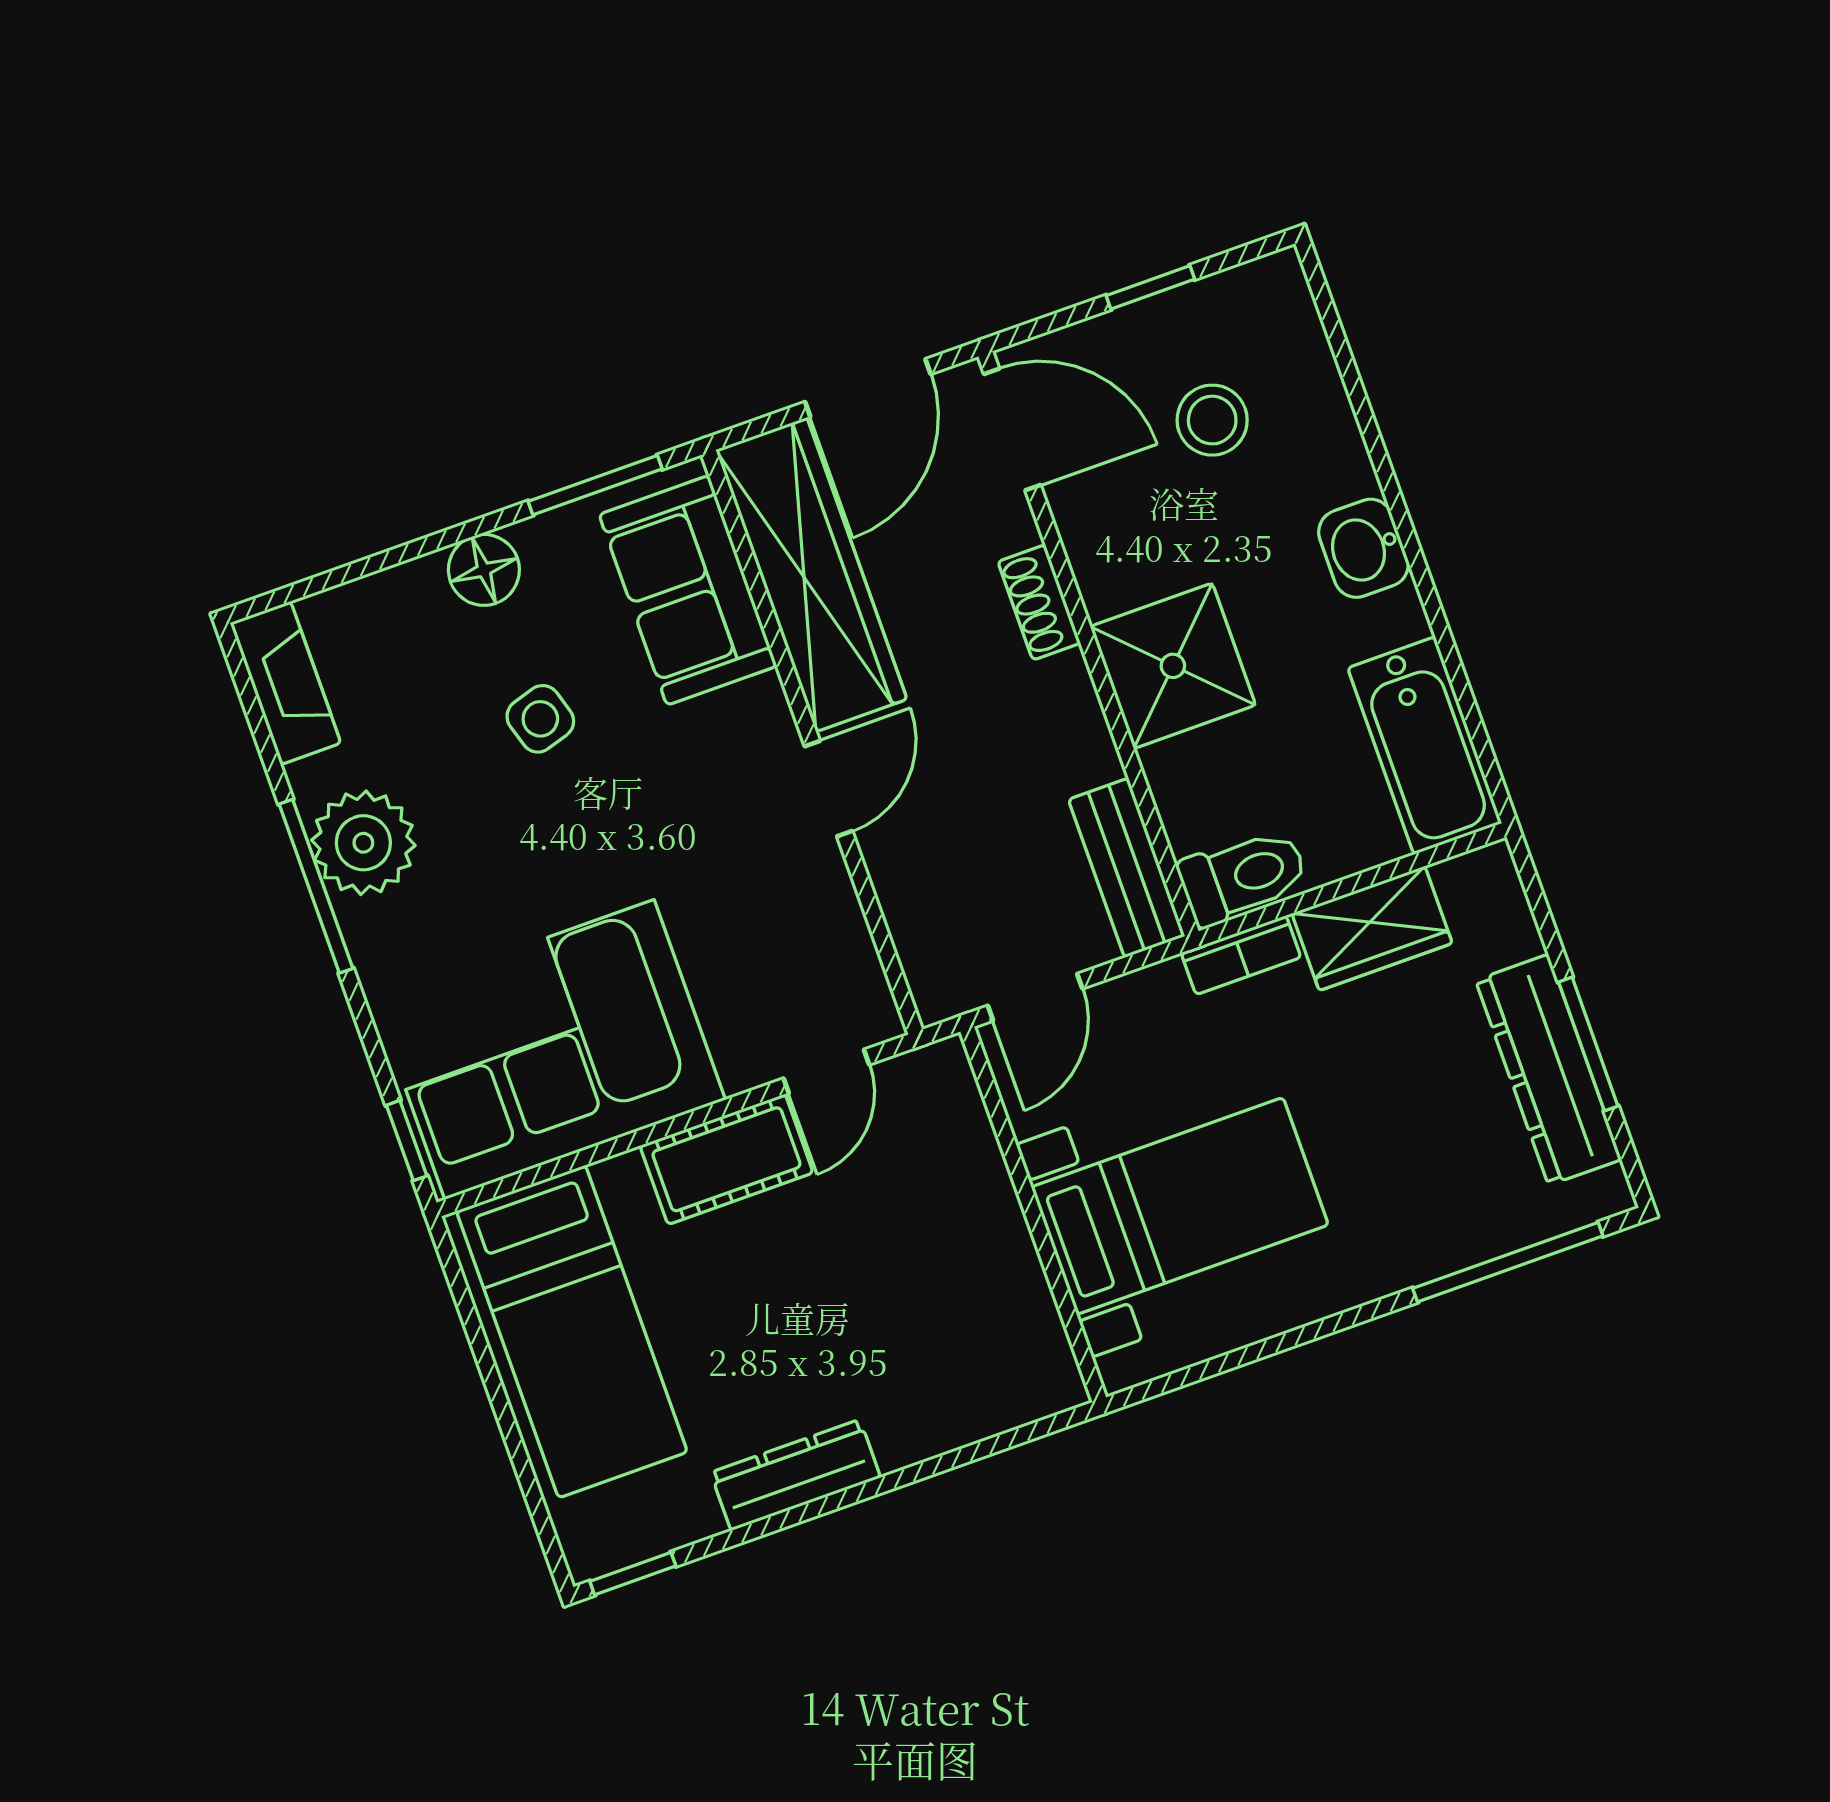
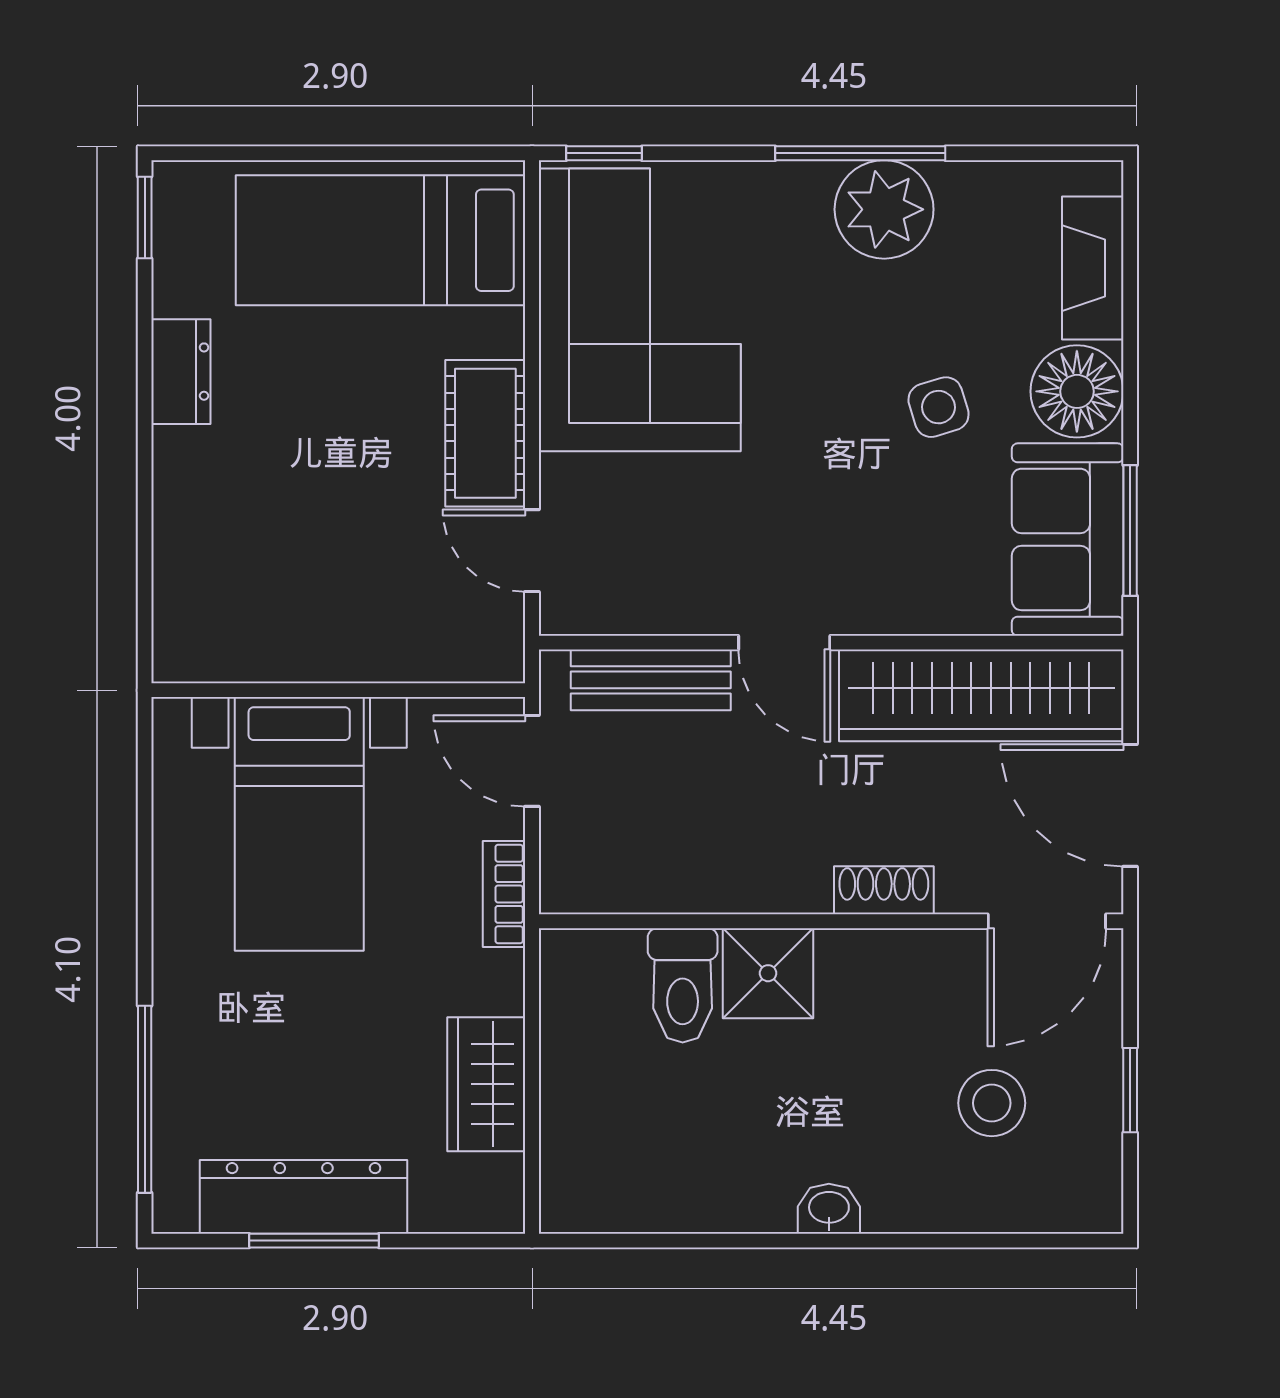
washbasin: (1364, 548) -> (829, 1209), width x0.72, depth x0.69
floor lamp: (484, 570) -> (1077, 391), width x1.38, depth x1.38
sofa: (688, 590) -> (1068, 539), moved, turned -90
shower: (1173, 666) -> (768, 973), width x0.73, depth x0.73
fireplace: (285, 683) -> (1093, 268), moved, turned 90
bathtub: (1425, 746) -> (633, 1189), removed
bench: (1127, 868) -> (651, 680), moved
toilet: (1243, 877) -> (683, 985), moved
bookcase: (1241, 955) -> (504, 894), moved
dresser: (796, 1475) -> (181, 372), width x0.70

